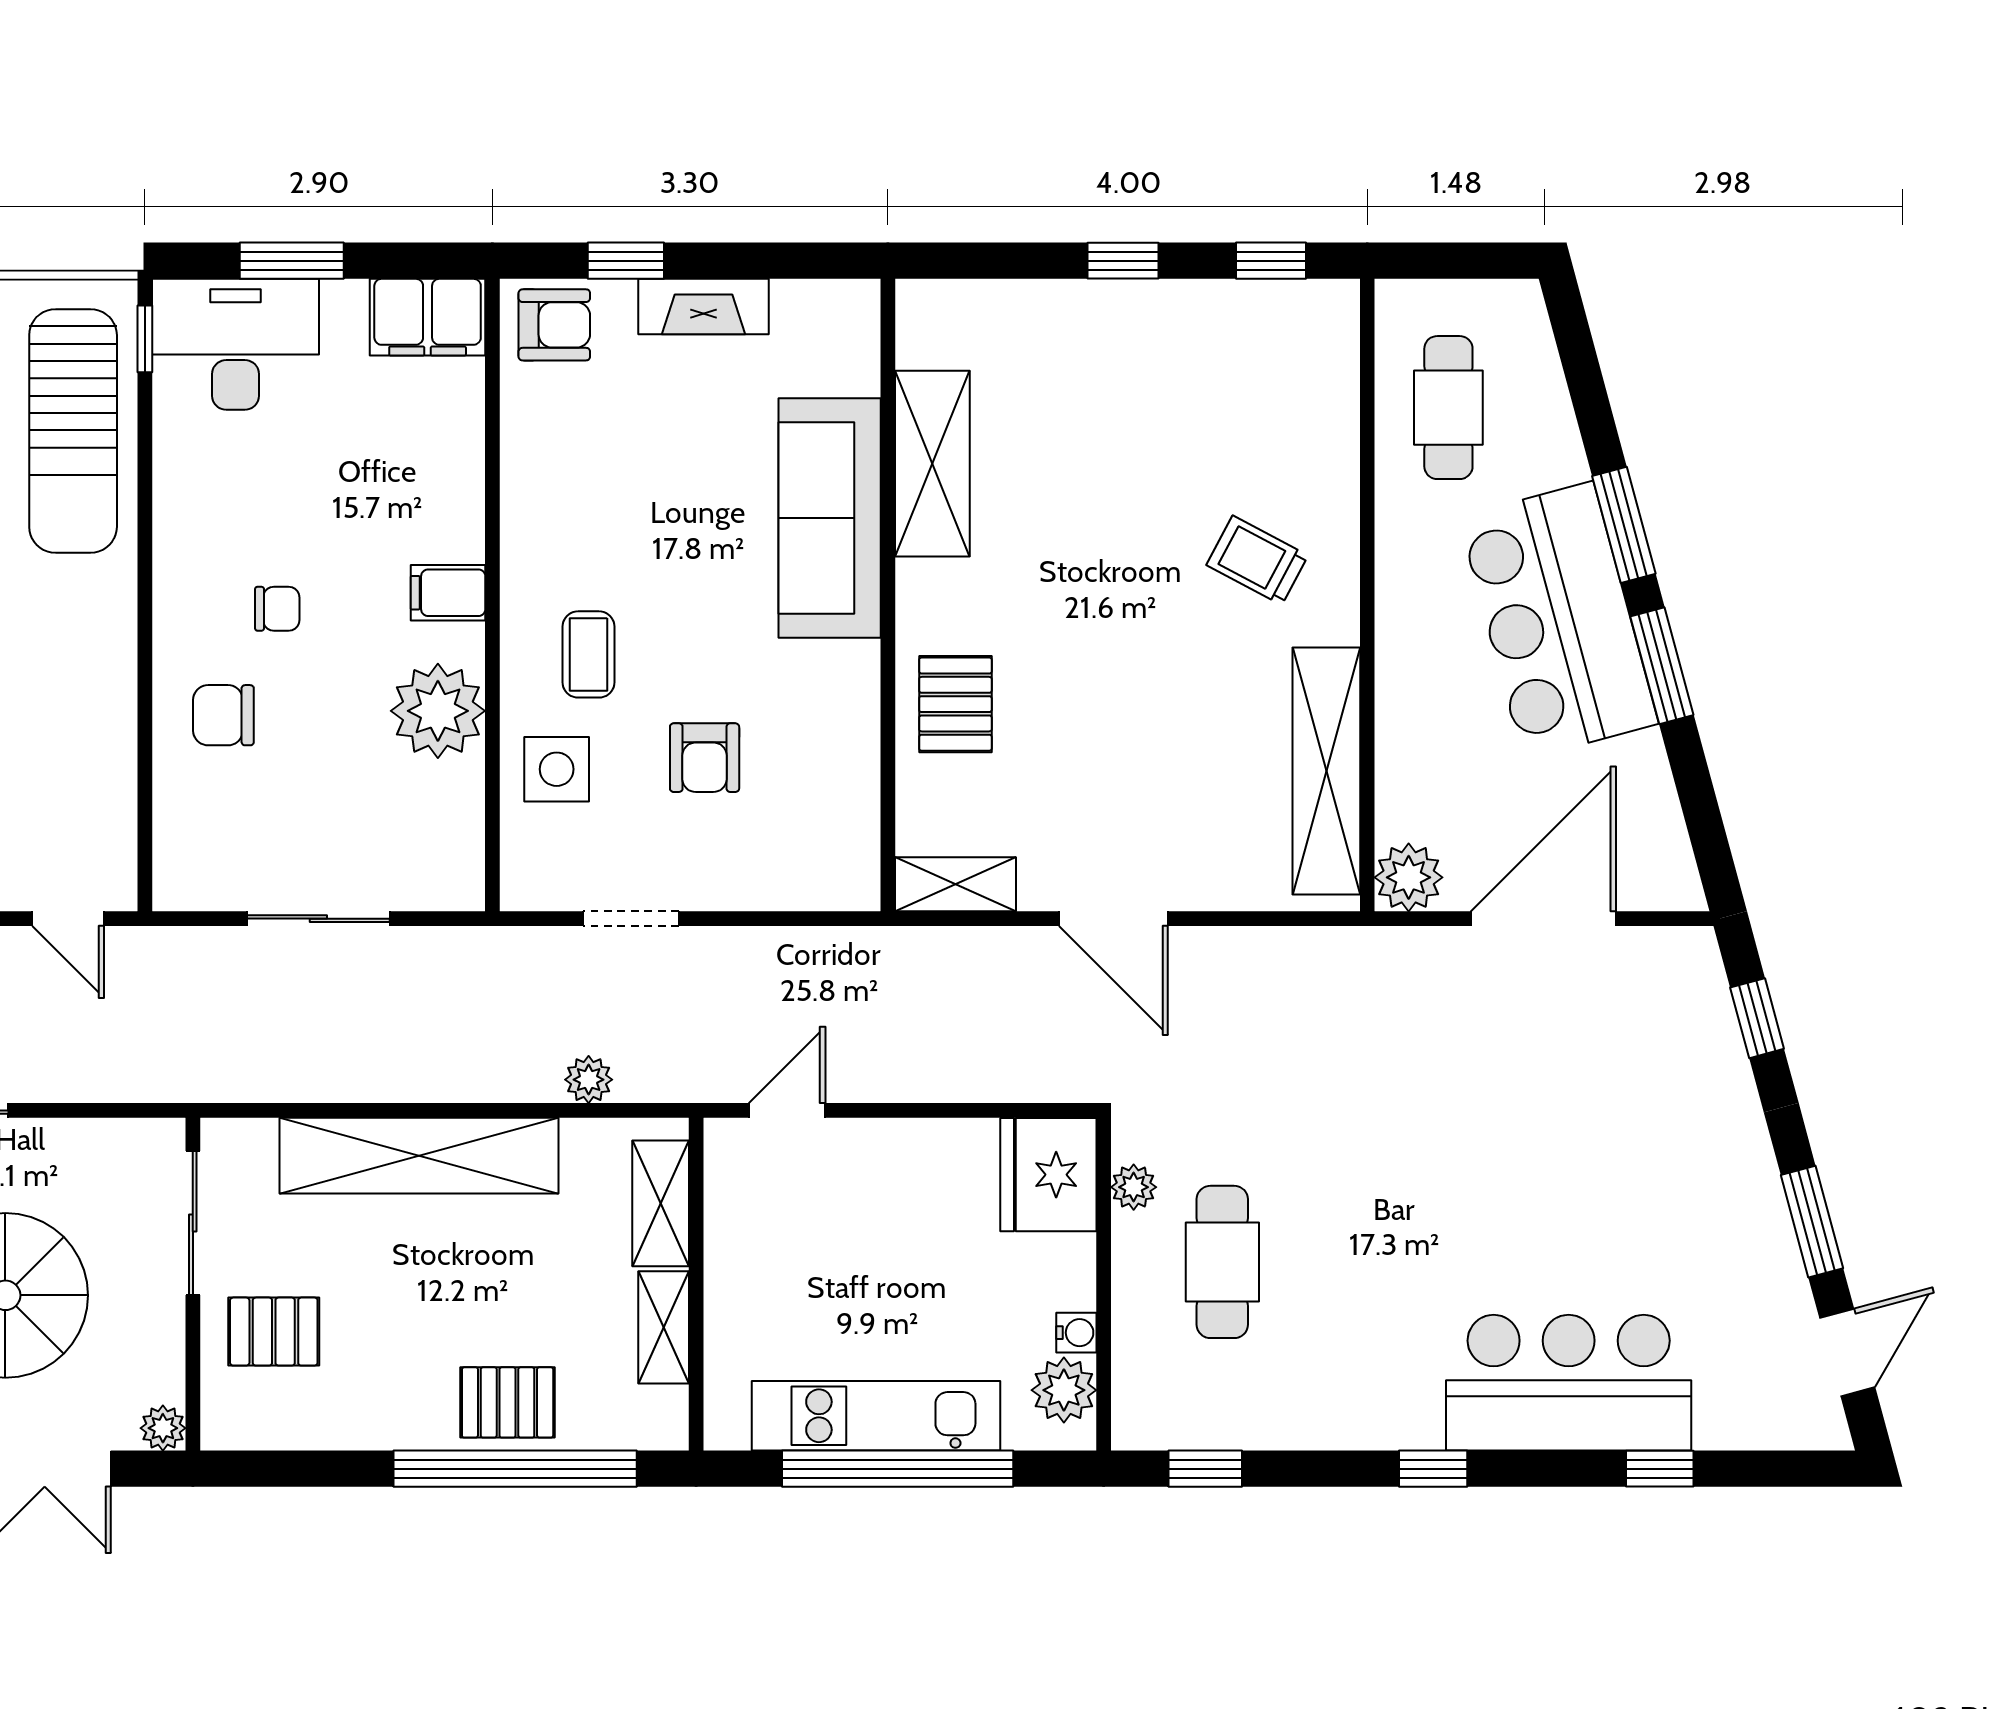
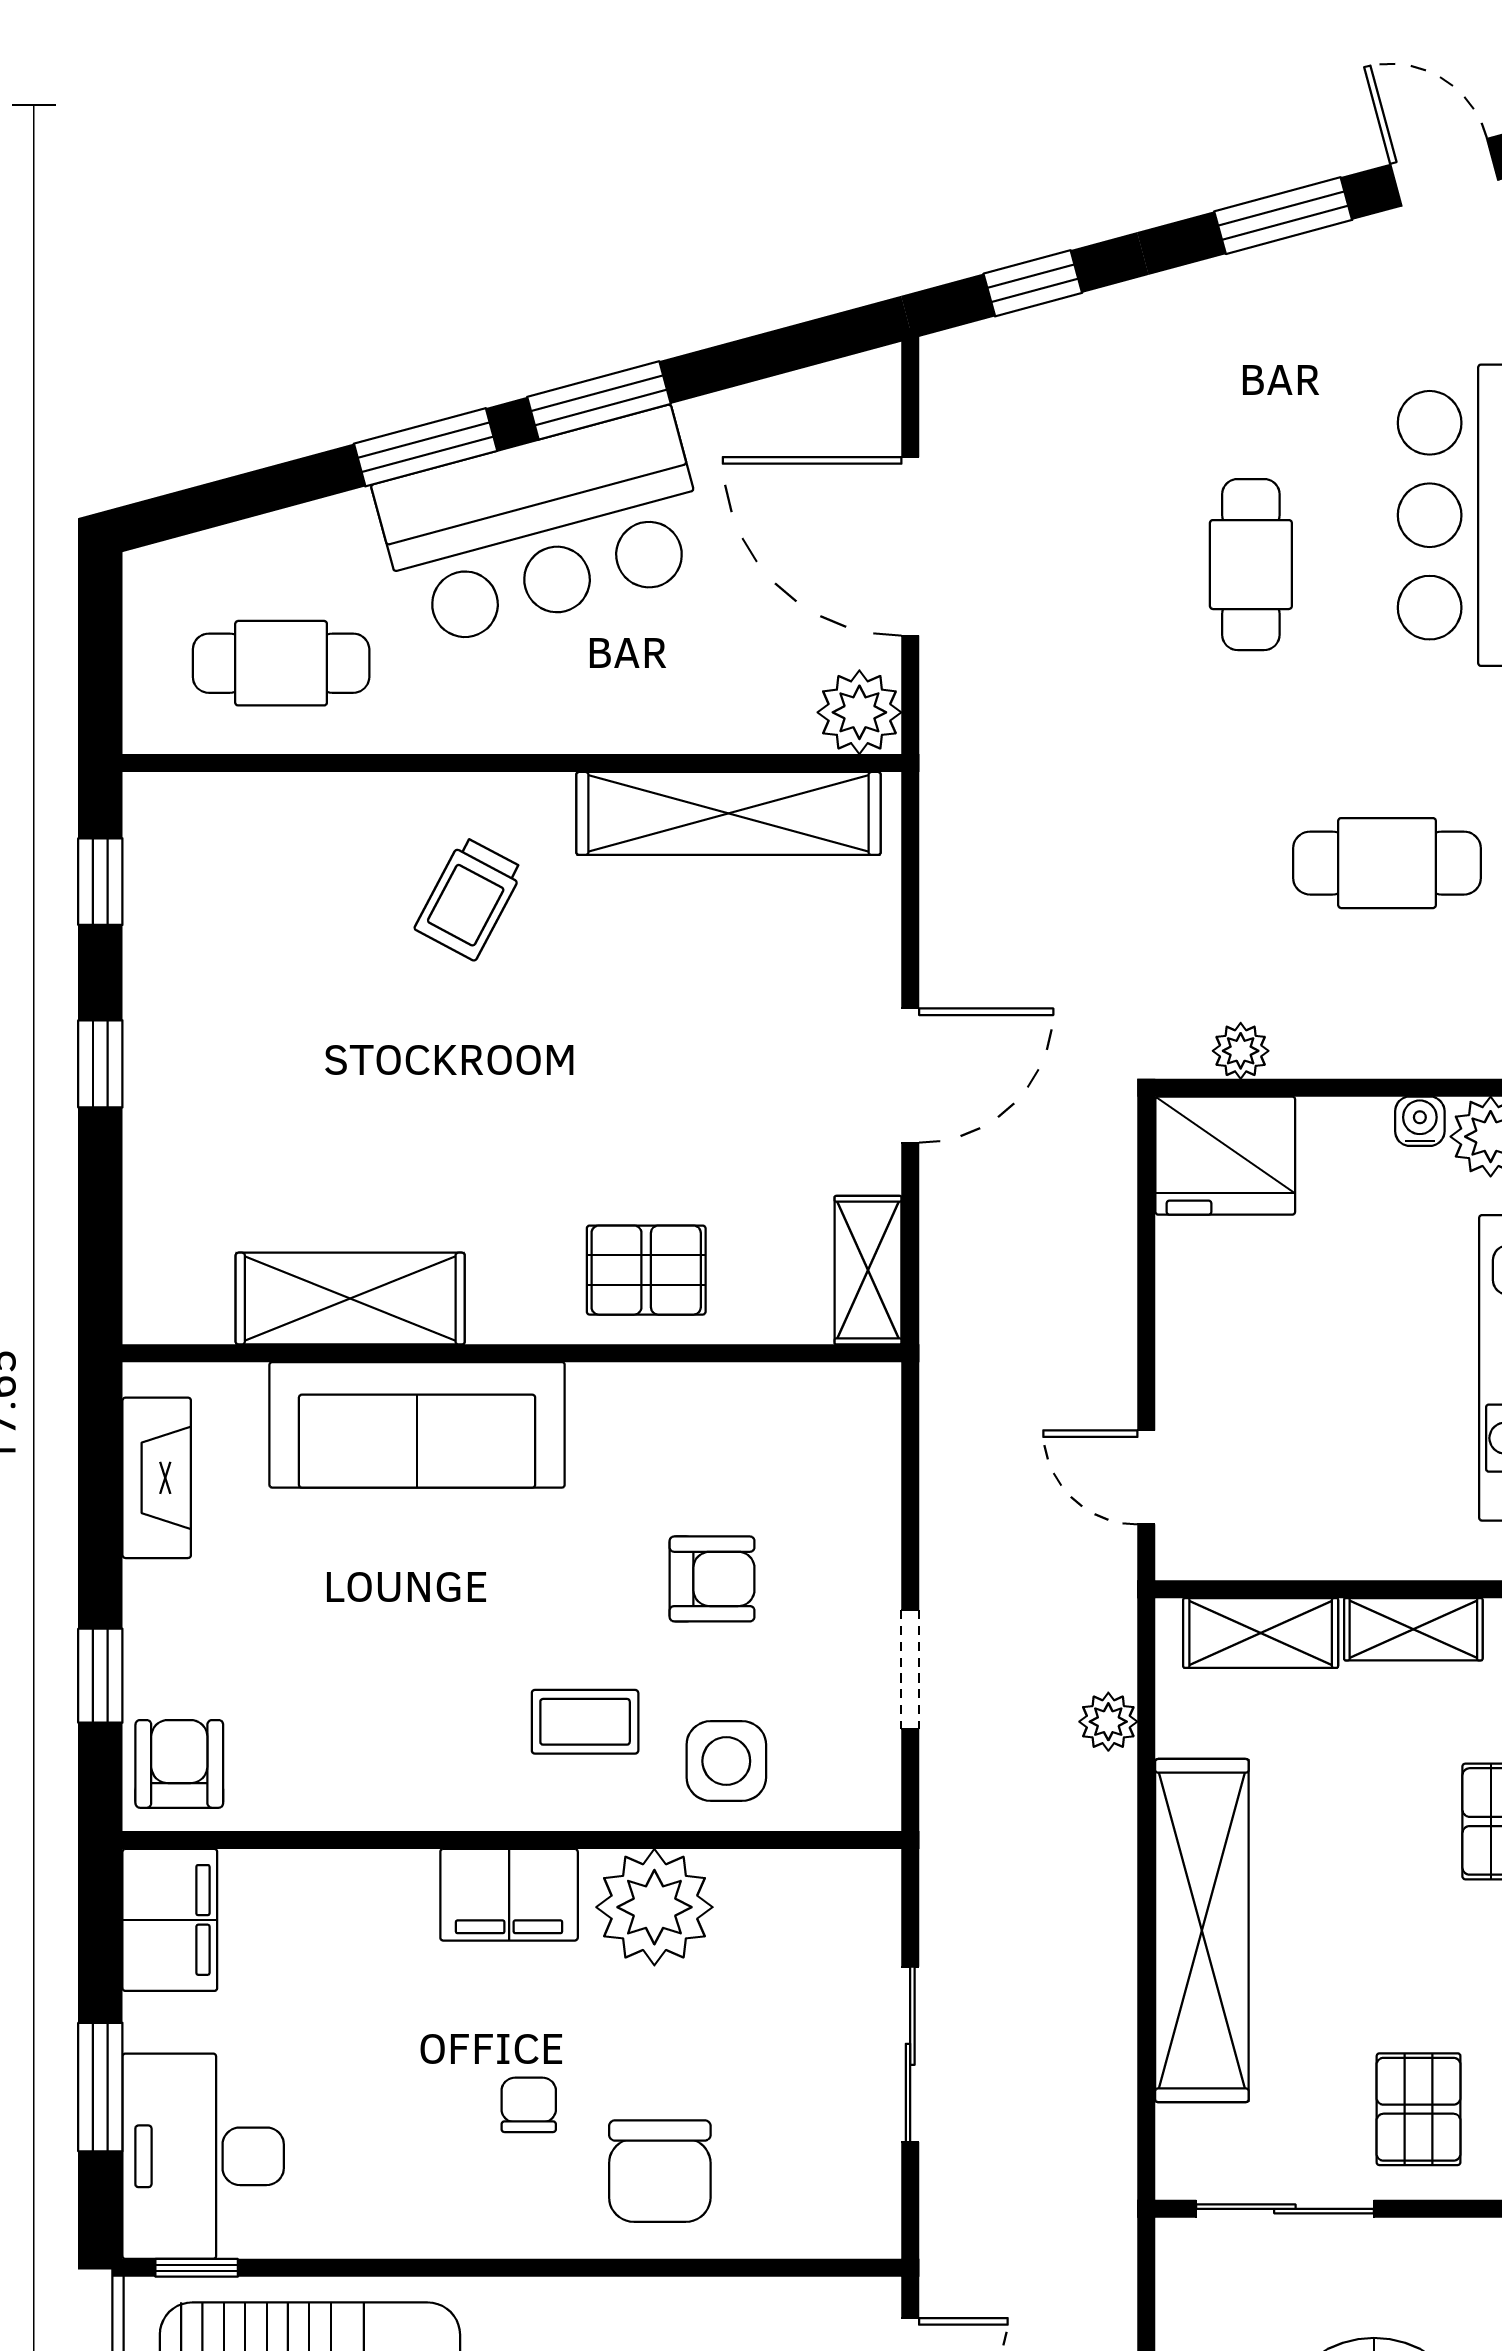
fireplace: (704, 307) -> (157, 1478), moved
filing cabinet: (448, 593) -> (509, 1895), width x2.00
chair: (223, 715) -> (660, 2171), width x1.37, depth x1.37
cafe table: (1529, 1195) -> (1251, 565), added
cafe table: (1222, 1262) -> (1387, 863), moved

